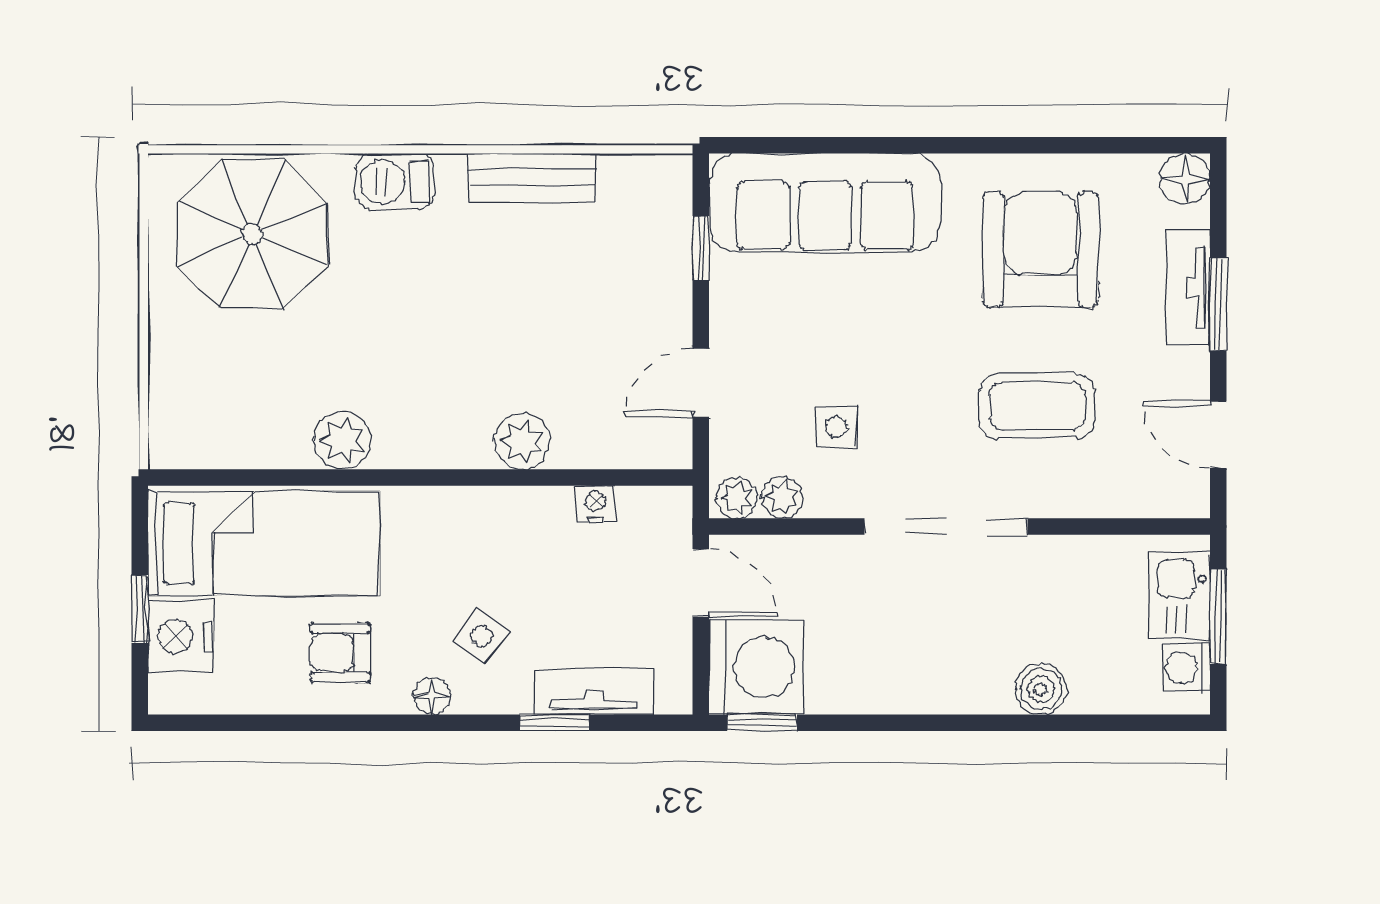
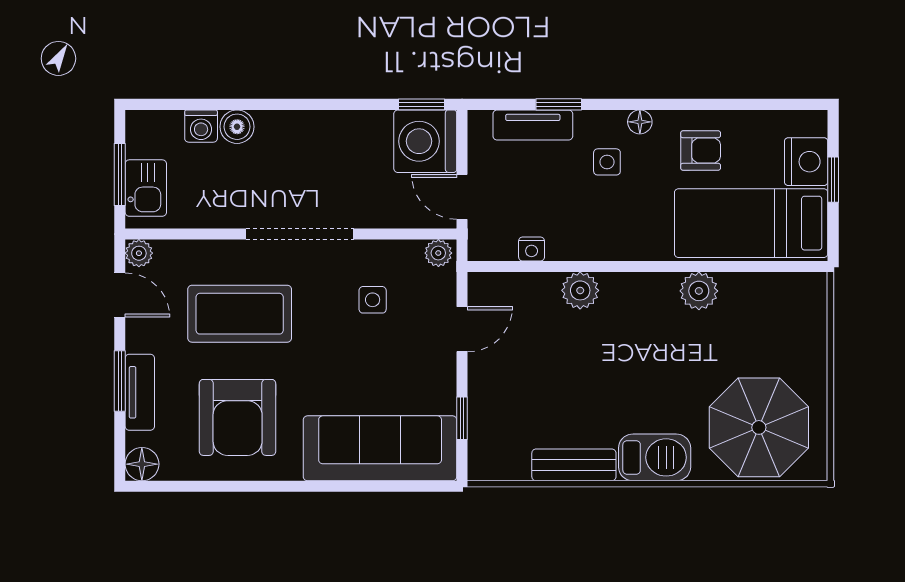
barbecue: (395, 181) -> (655, 457), width x1.38, depth x1.27
coffee table: (1037, 406) -> (240, 314), width x1.36, depth x1.32
plant: (782, 498) -> (139, 253), moved
side table: (482, 636) -> (607, 162), turned -35
washing machine: (1186, 668) -> (201, 126), moved, turned 90

